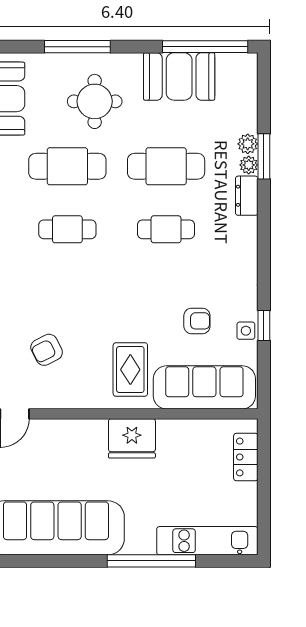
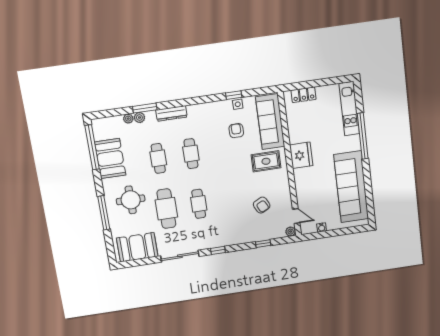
plant: (249, 165) -> (128, 119), moved
cafe table: (166, 166) -> (158, 158), width x0.73, depth x0.74
dresser: (247, 196) -> (171, 113), width x1.44

